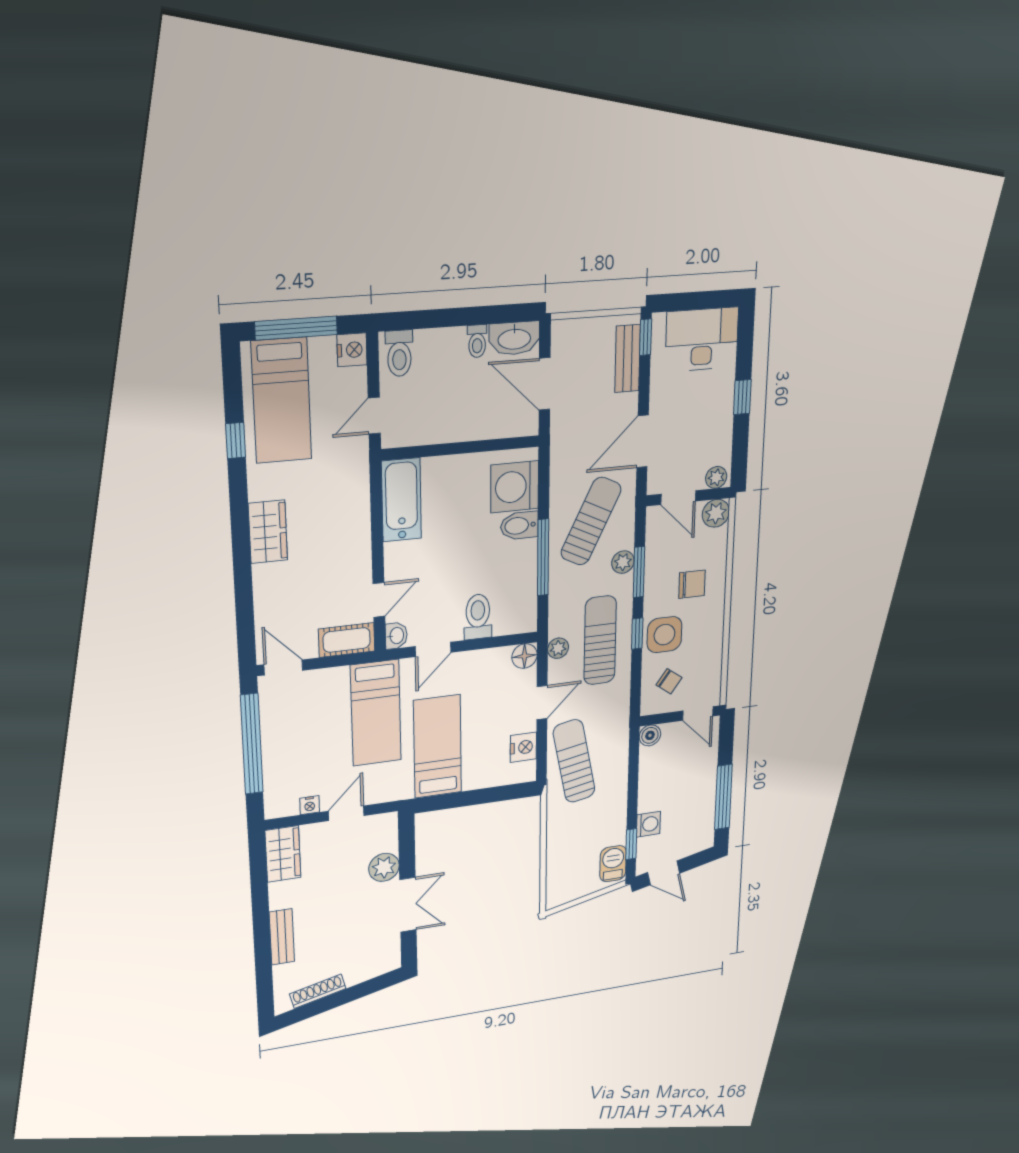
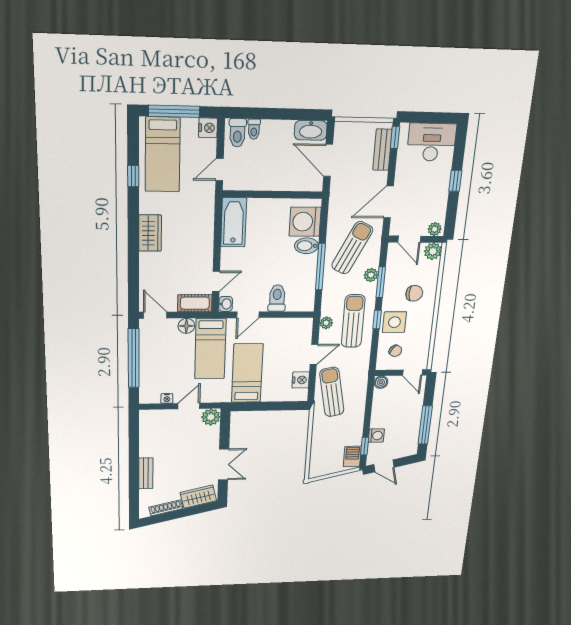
toilet: (477, 341) -> (254, 129), moved
floor lamp: (524, 656) -> (186, 326), moved
wardrobe: (283, 854) -> (198, 497), moved, turned -103
plant: (384, 867) -> (211, 417), moved

